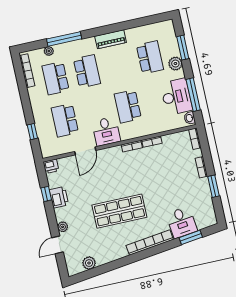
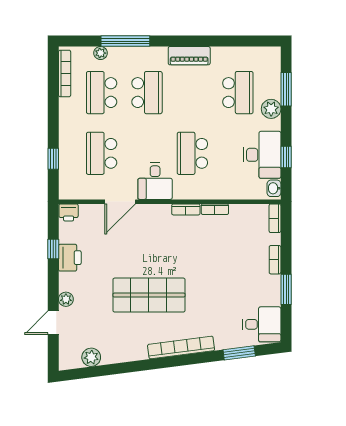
window: (193, 95) -> (286, 157), width x0.46
desk: (182, 222) -> (262, 324), moved, turned -83

